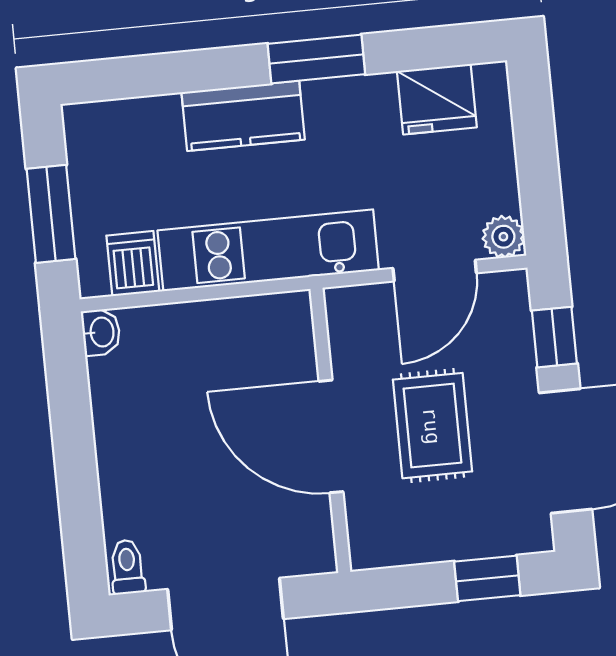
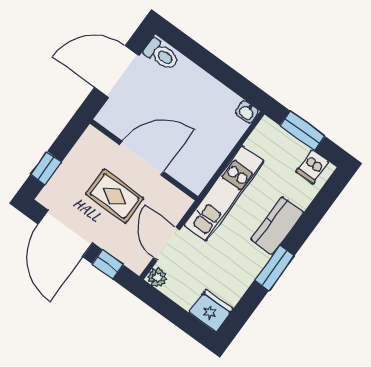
fridge: (437, 99) -> (211, 311), moved, turned 90
dishwasher: (133, 264) -> (312, 167), moved, turned 90
toilet: (127, 567) -> (161, 54), width x1.37, depth x1.39

